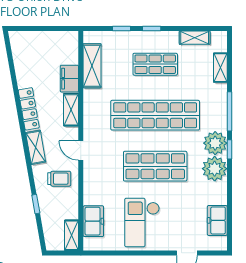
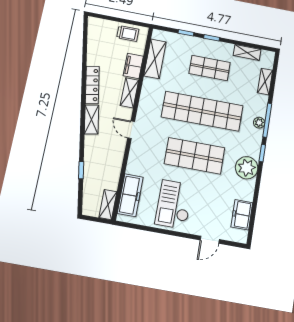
plant: (215, 143) -> (259, 123), moved, width x0.53, depth x0.53
trolley: (59, 179) -> (128, 33), moved
freezer: (93, 221) -> (130, 195), width x1.40

